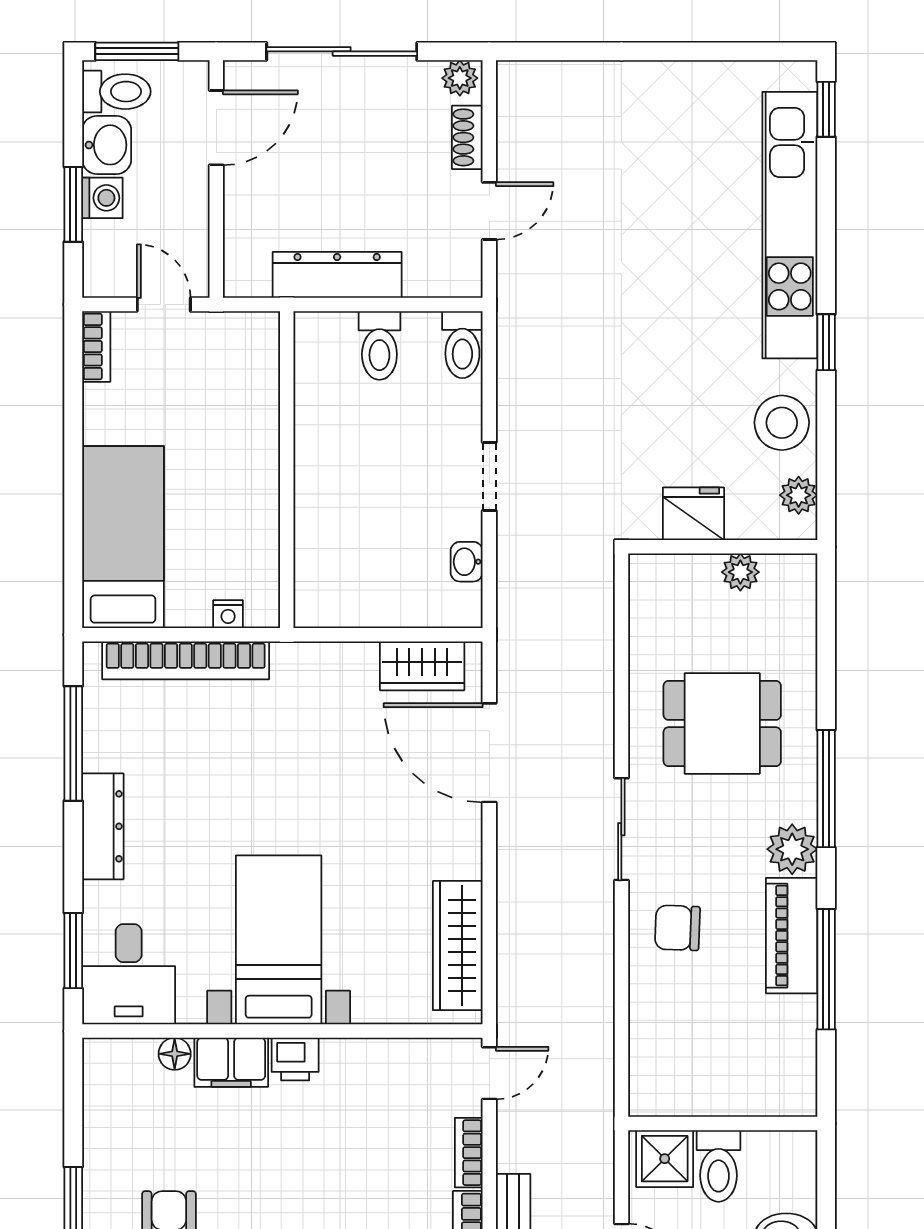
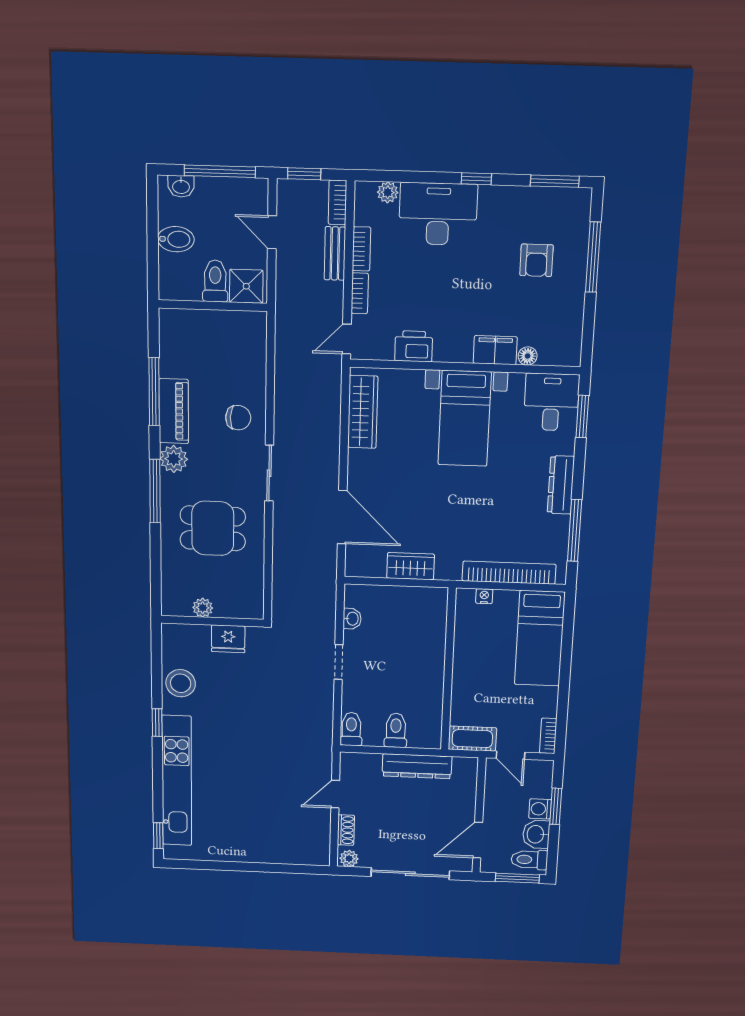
cot: (236, 335) -> (472, 739), added
plant: (799, 495) -> (171, 646), removed
wardrobe: (422, 666) -> (411, 566), moved
printer: (295, 1059) -> (414, 346), moved, width x1.36, depth x1.24

